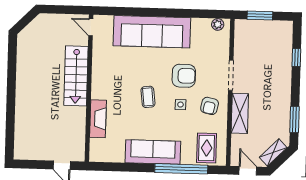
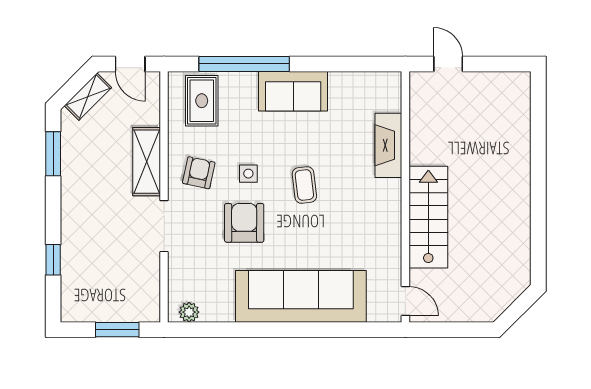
armchair: (184, 76) -> (244, 223), turned 90
sofa: (153, 152) -> (293, 91), width x0.73

